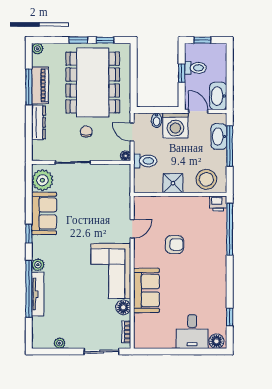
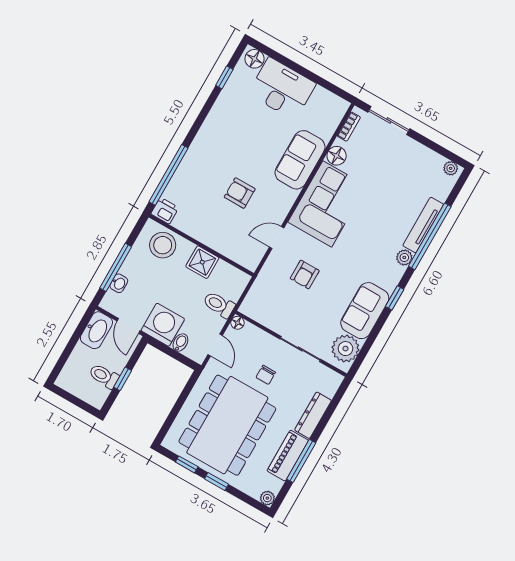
window: (202, 40) -> (79, 403), removed
washbasin: (219, 136) -> (119, 283), width x0.52, depth x0.69
armchair: (99, 215) -> (305, 275), added
desk: (192, 332) -> (282, 89), width x1.37
plant: (60, 343) -> (451, 168), moved

